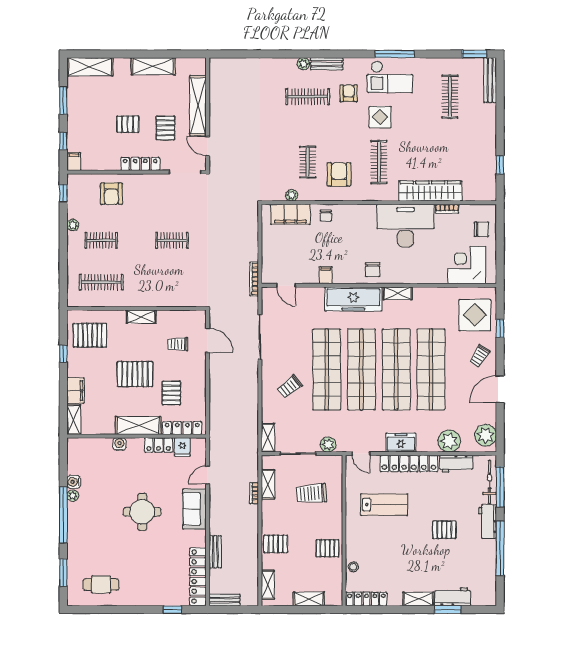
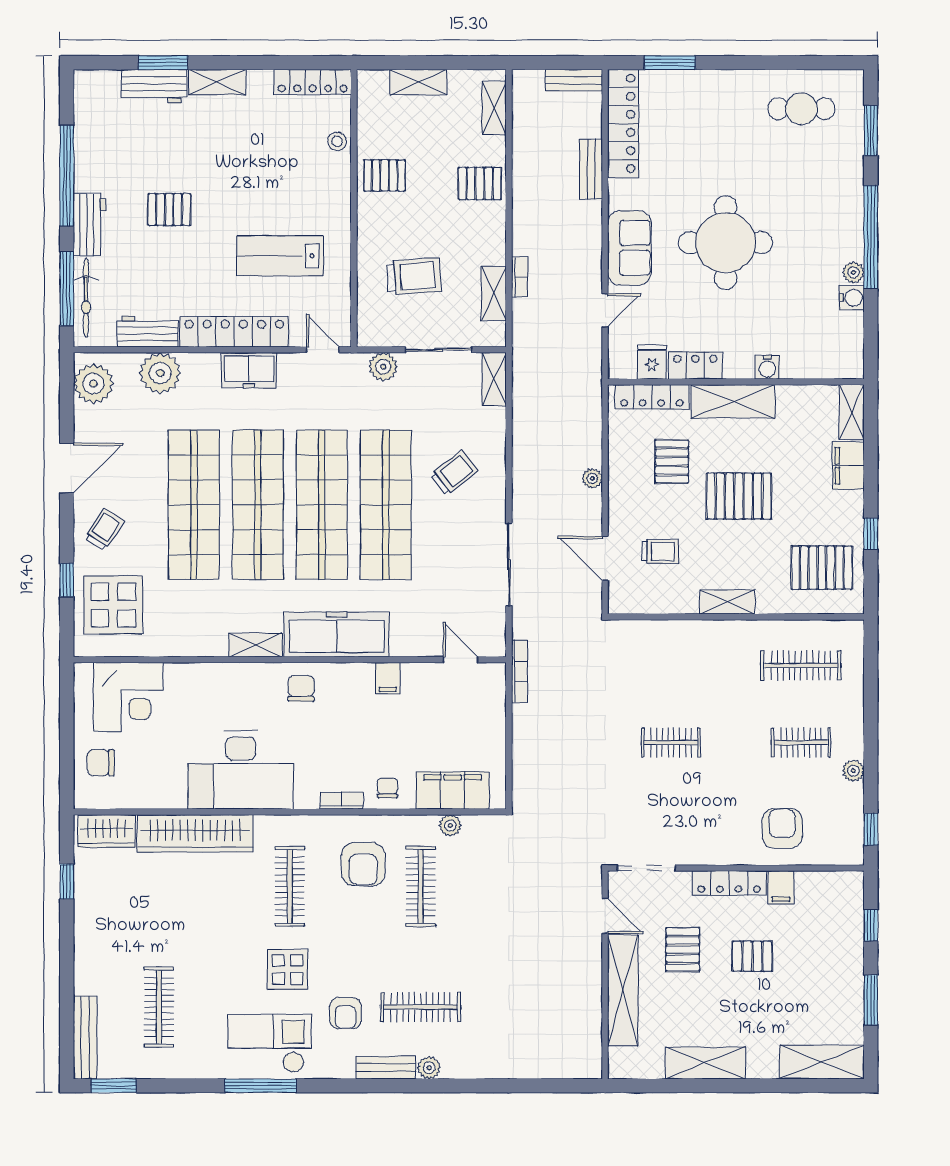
filing cabinet: (74, 162) -> (781, 887), moved
clothes rail: (308, 162) -> (421, 887), width x1.36
wardrobe: (478, 192) -> (106, 831), added
bookcase: (447, 209) -> (342, 801), moved
plant: (215, 384) -> (592, 478), added
round table: (142, 512) -> (725, 243), width x1.36, depth x1.36
window: (173, 610) -> (670, 63), width x1.50

